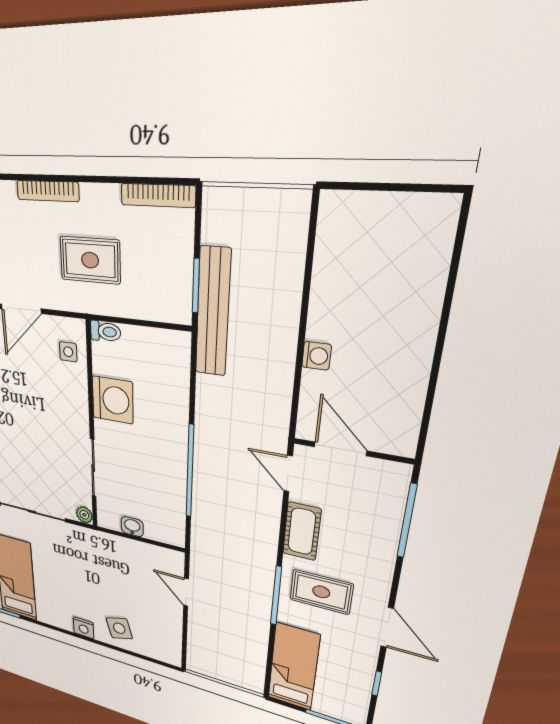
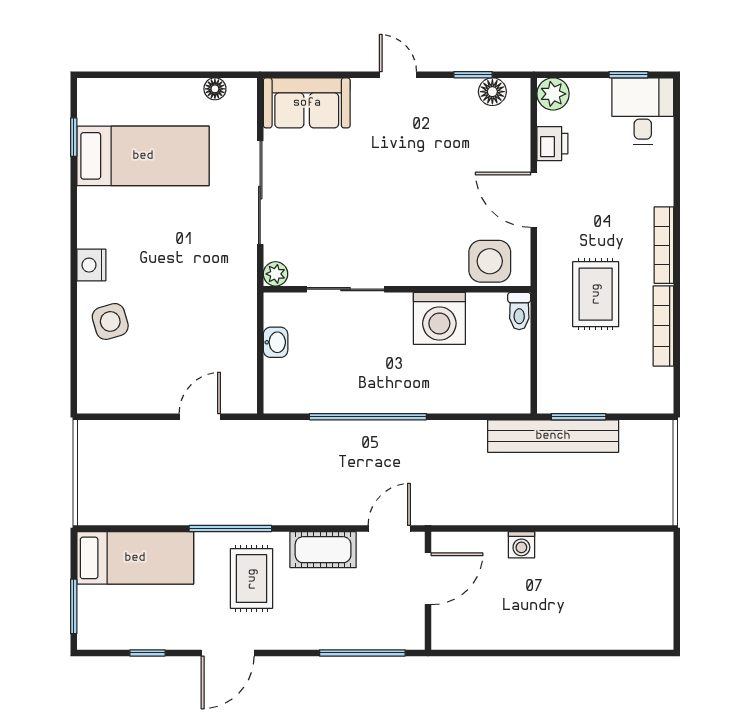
bookcase: (158, 195) -> (663, 326), moved
side table: (68, 352) -> (490, 261), width x1.87, depth x1.87

